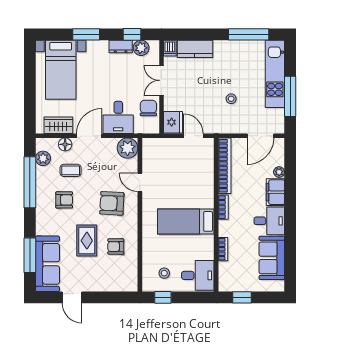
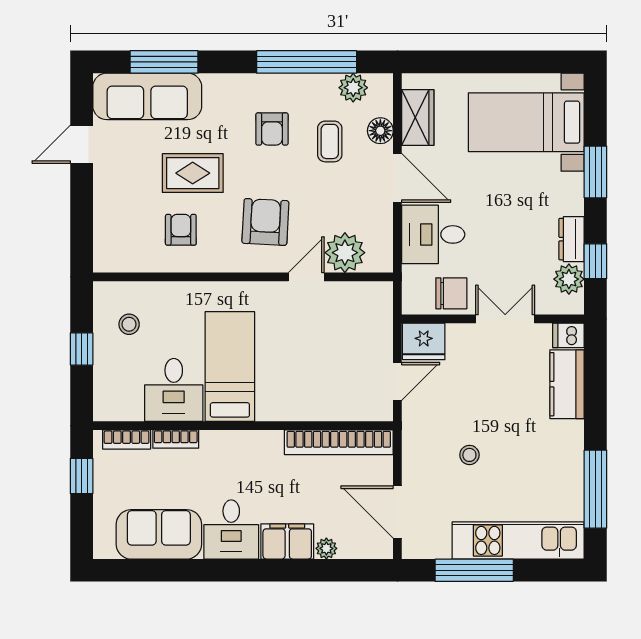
plant: (128, 148) -> (345, 253), moved
bookcase: (223, 207) -> (127, 439), moved
desk: (198, 275) -> (174, 390), moved
window: (163, 297) -> (82, 349), moved

